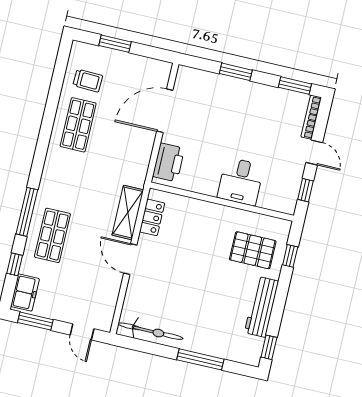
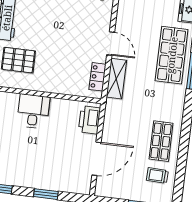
shop shelf: (52, 235) -> (172, 55), width x1.43, depth x1.36

